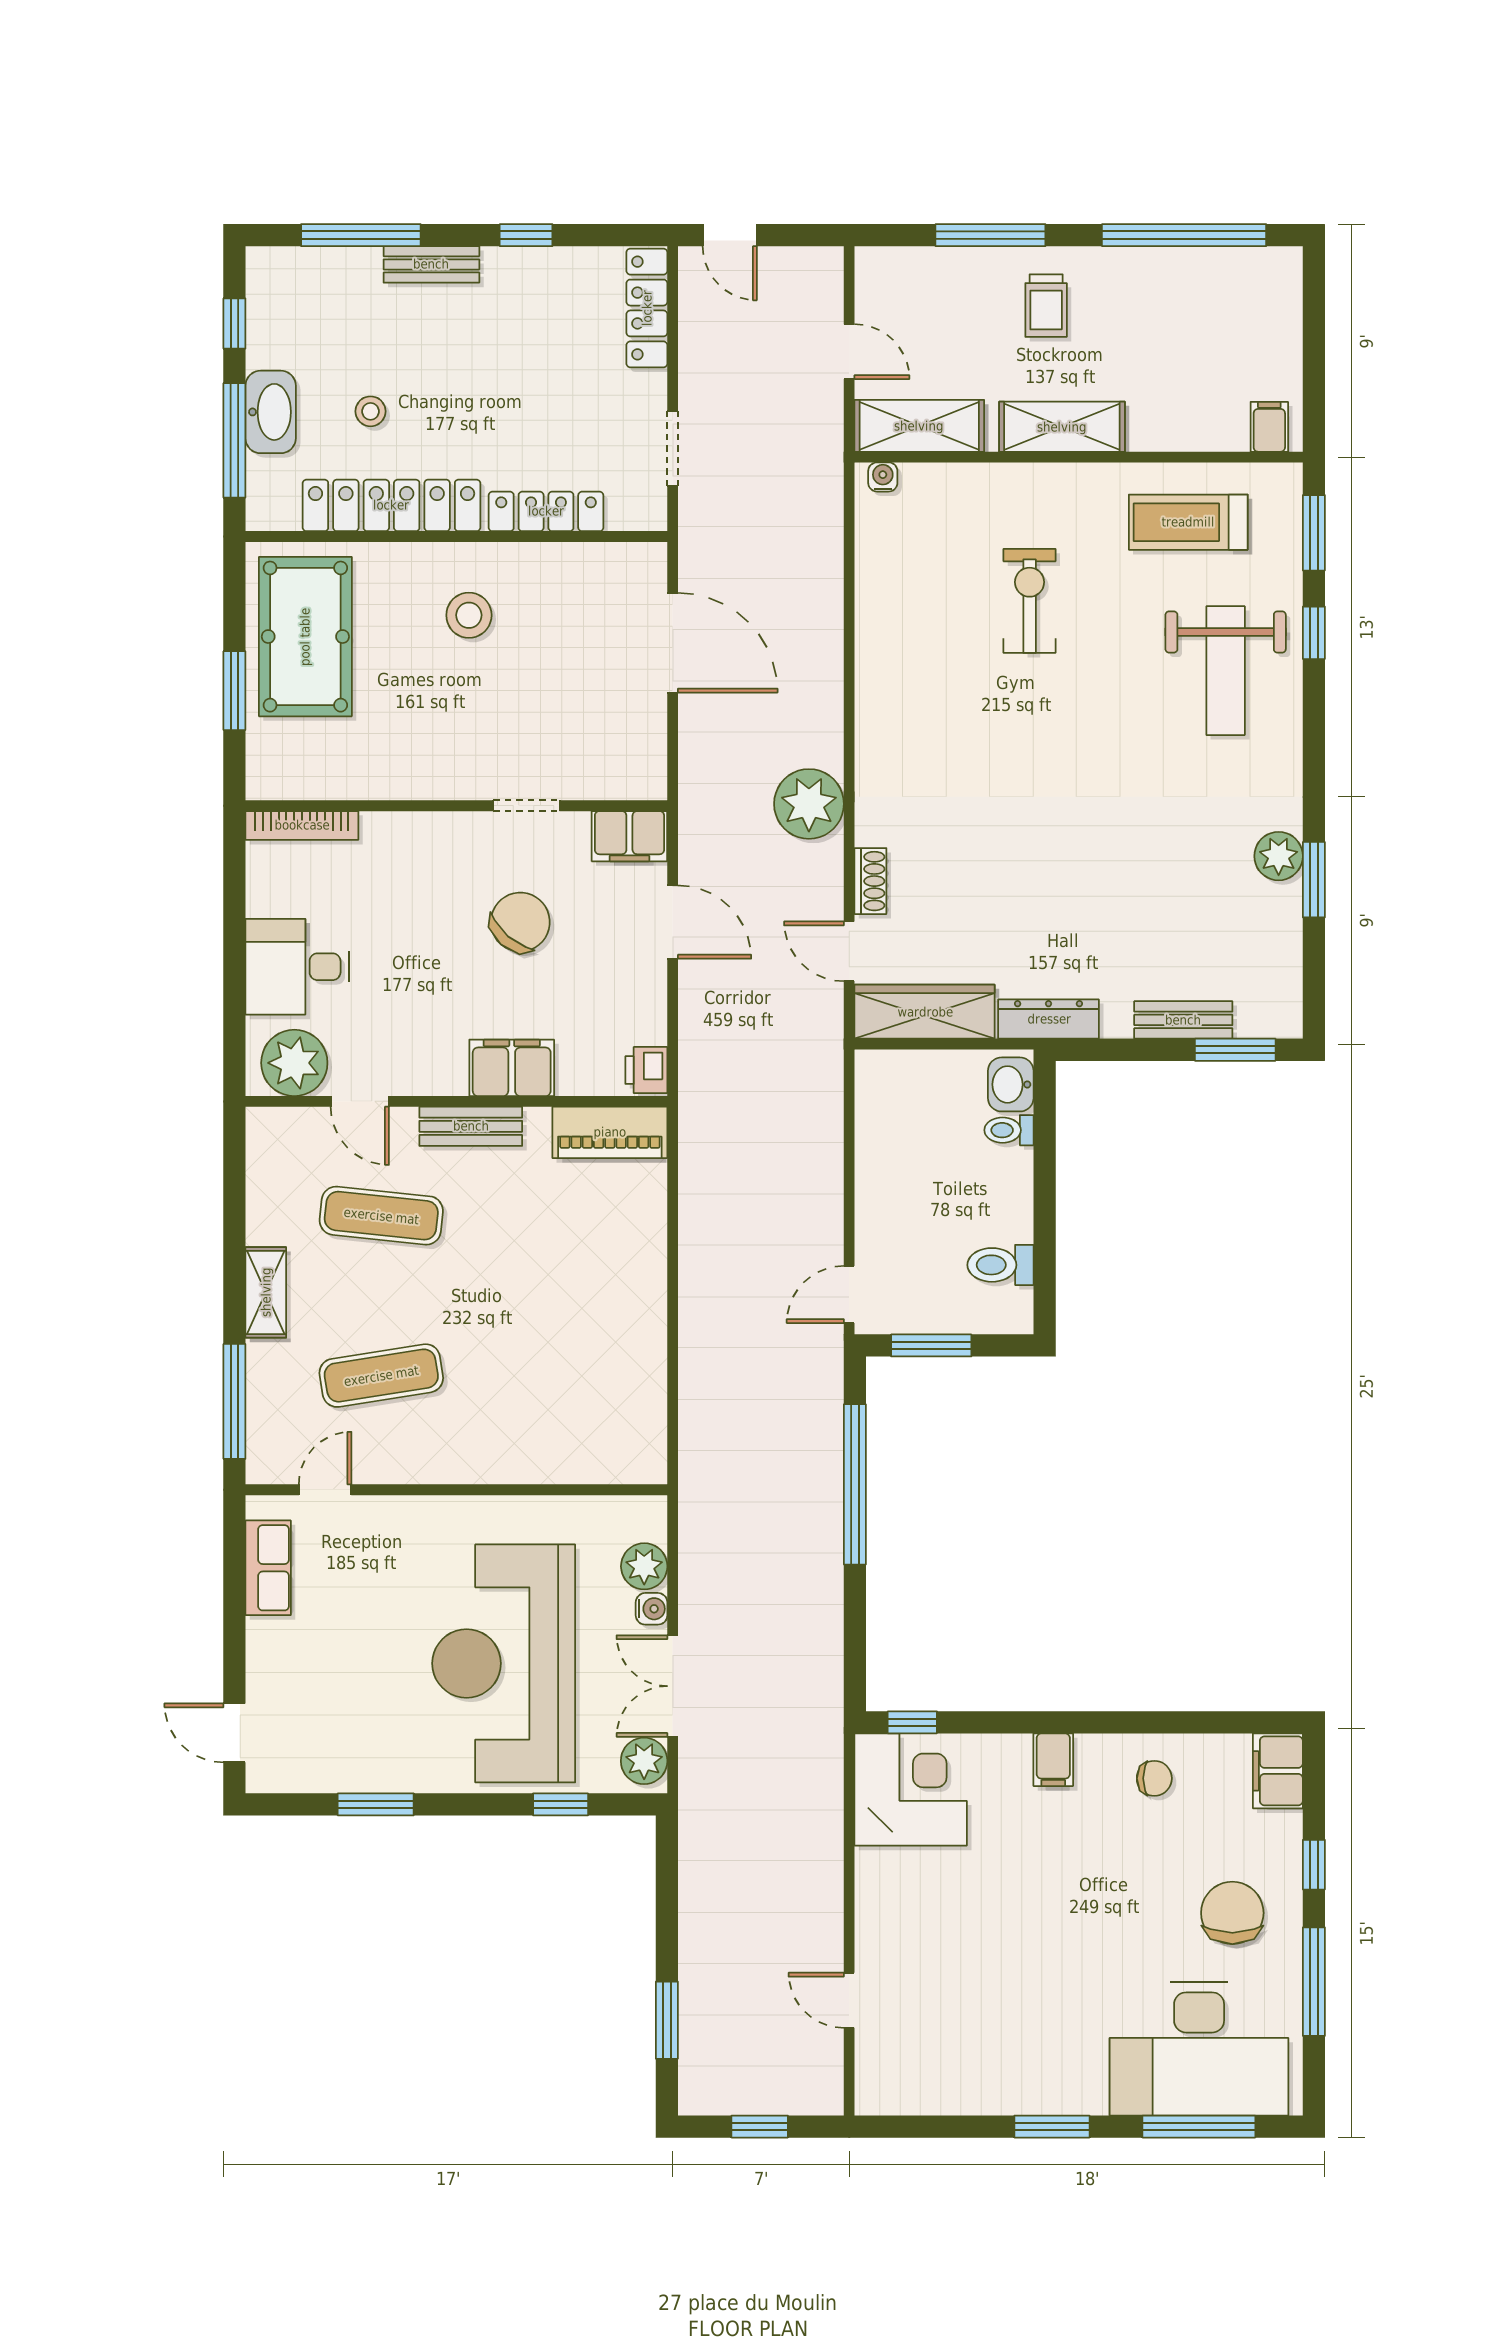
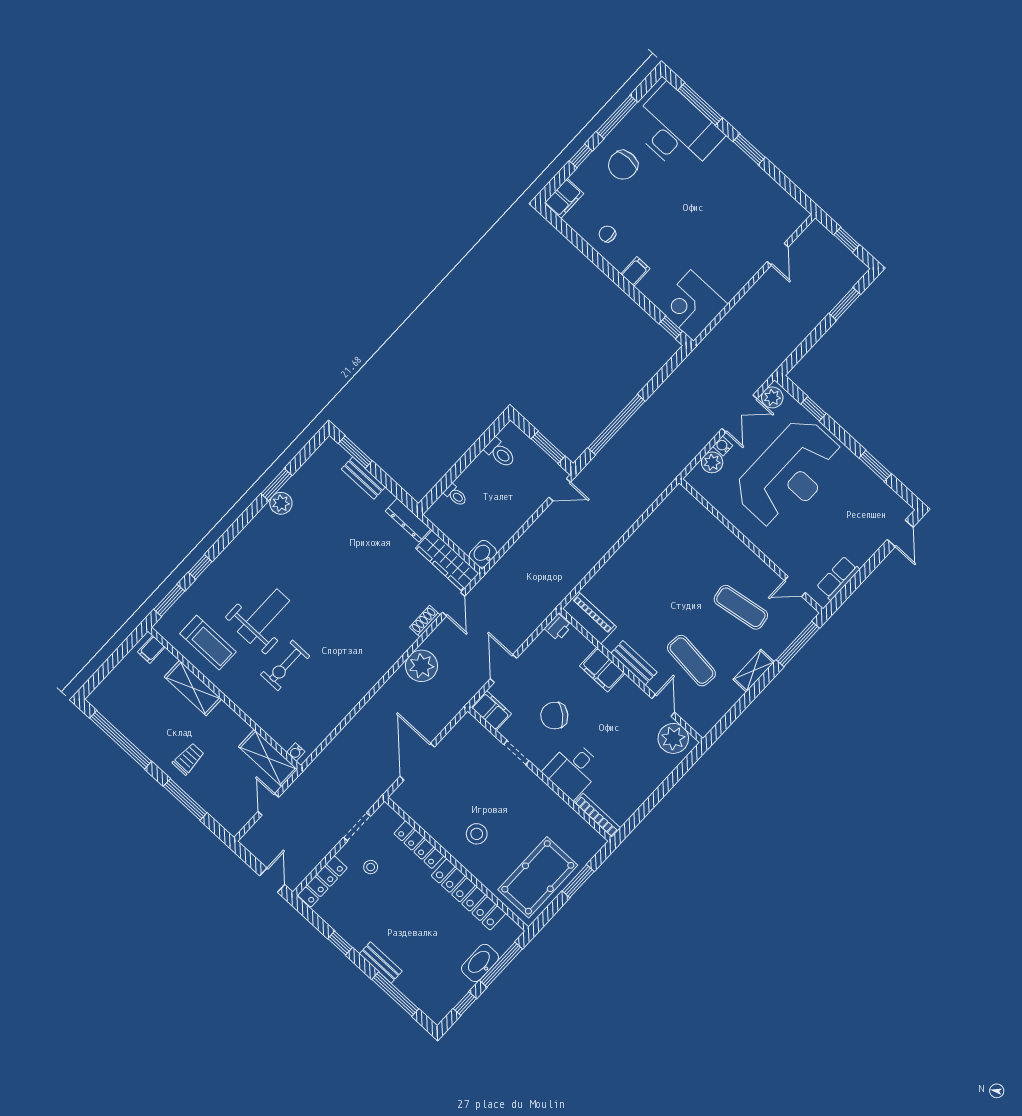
stool: (370, 411) -> (371, 867), moved
shelving: (1062, 427) -> (193, 688), moved
weight bench: (1226, 671) -> (264, 616), moved
desk: (297, 967) -> (573, 770), moved, turned 90
washbasin: (1011, 1084) -> (483, 554), moved, turned 180

